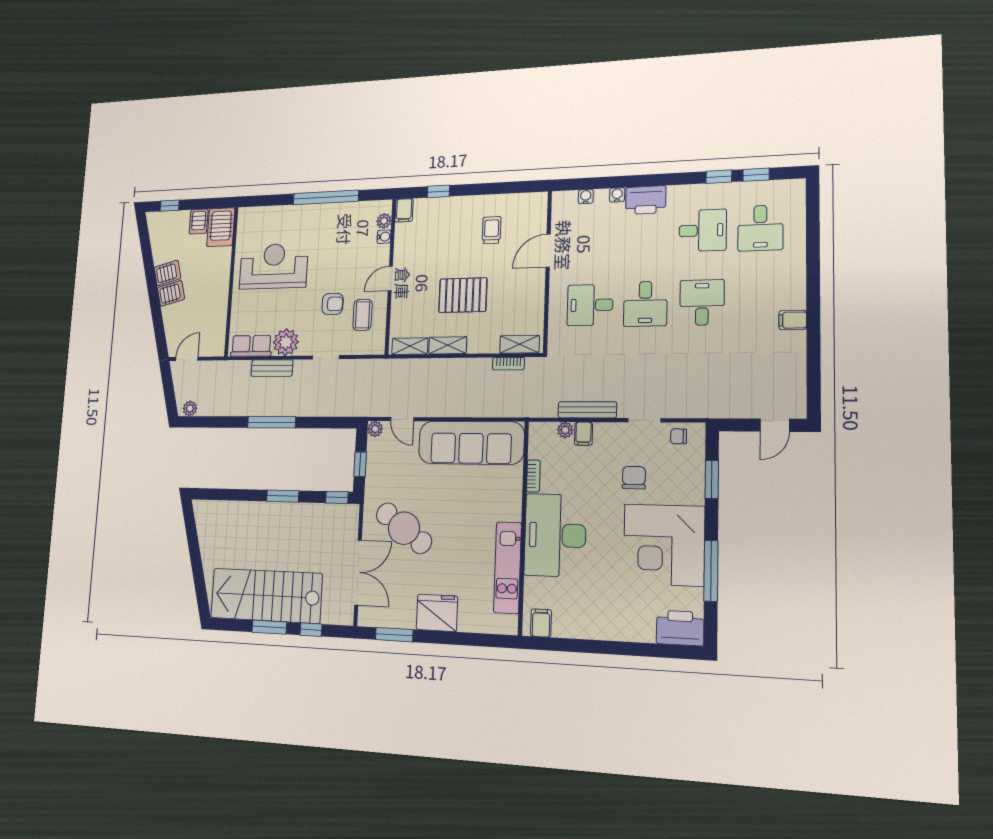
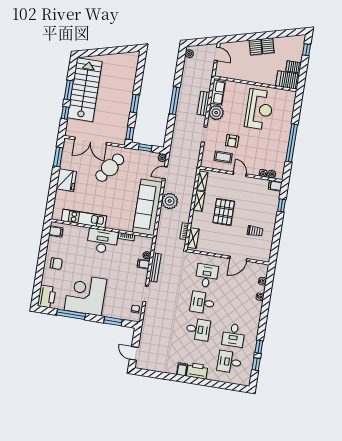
printer: (646, 200) -> (197, 371), moved, turned 90
door: (548, 251) -> (238, 259), swing flipped
plant: (454, 401) -> (170, 201), added
chair: (634, 478) -> (56, 264), moved
desk: (555, 535) -> (102, 241), width x0.73, depth x0.77

